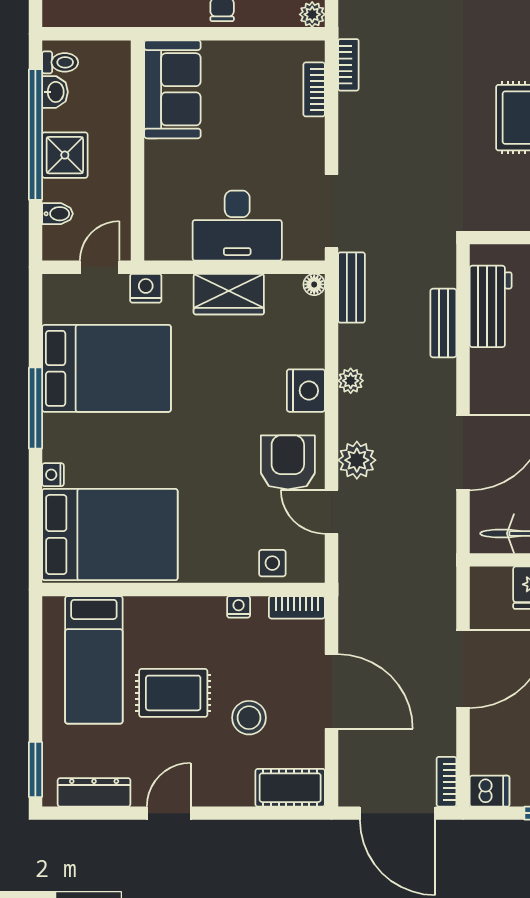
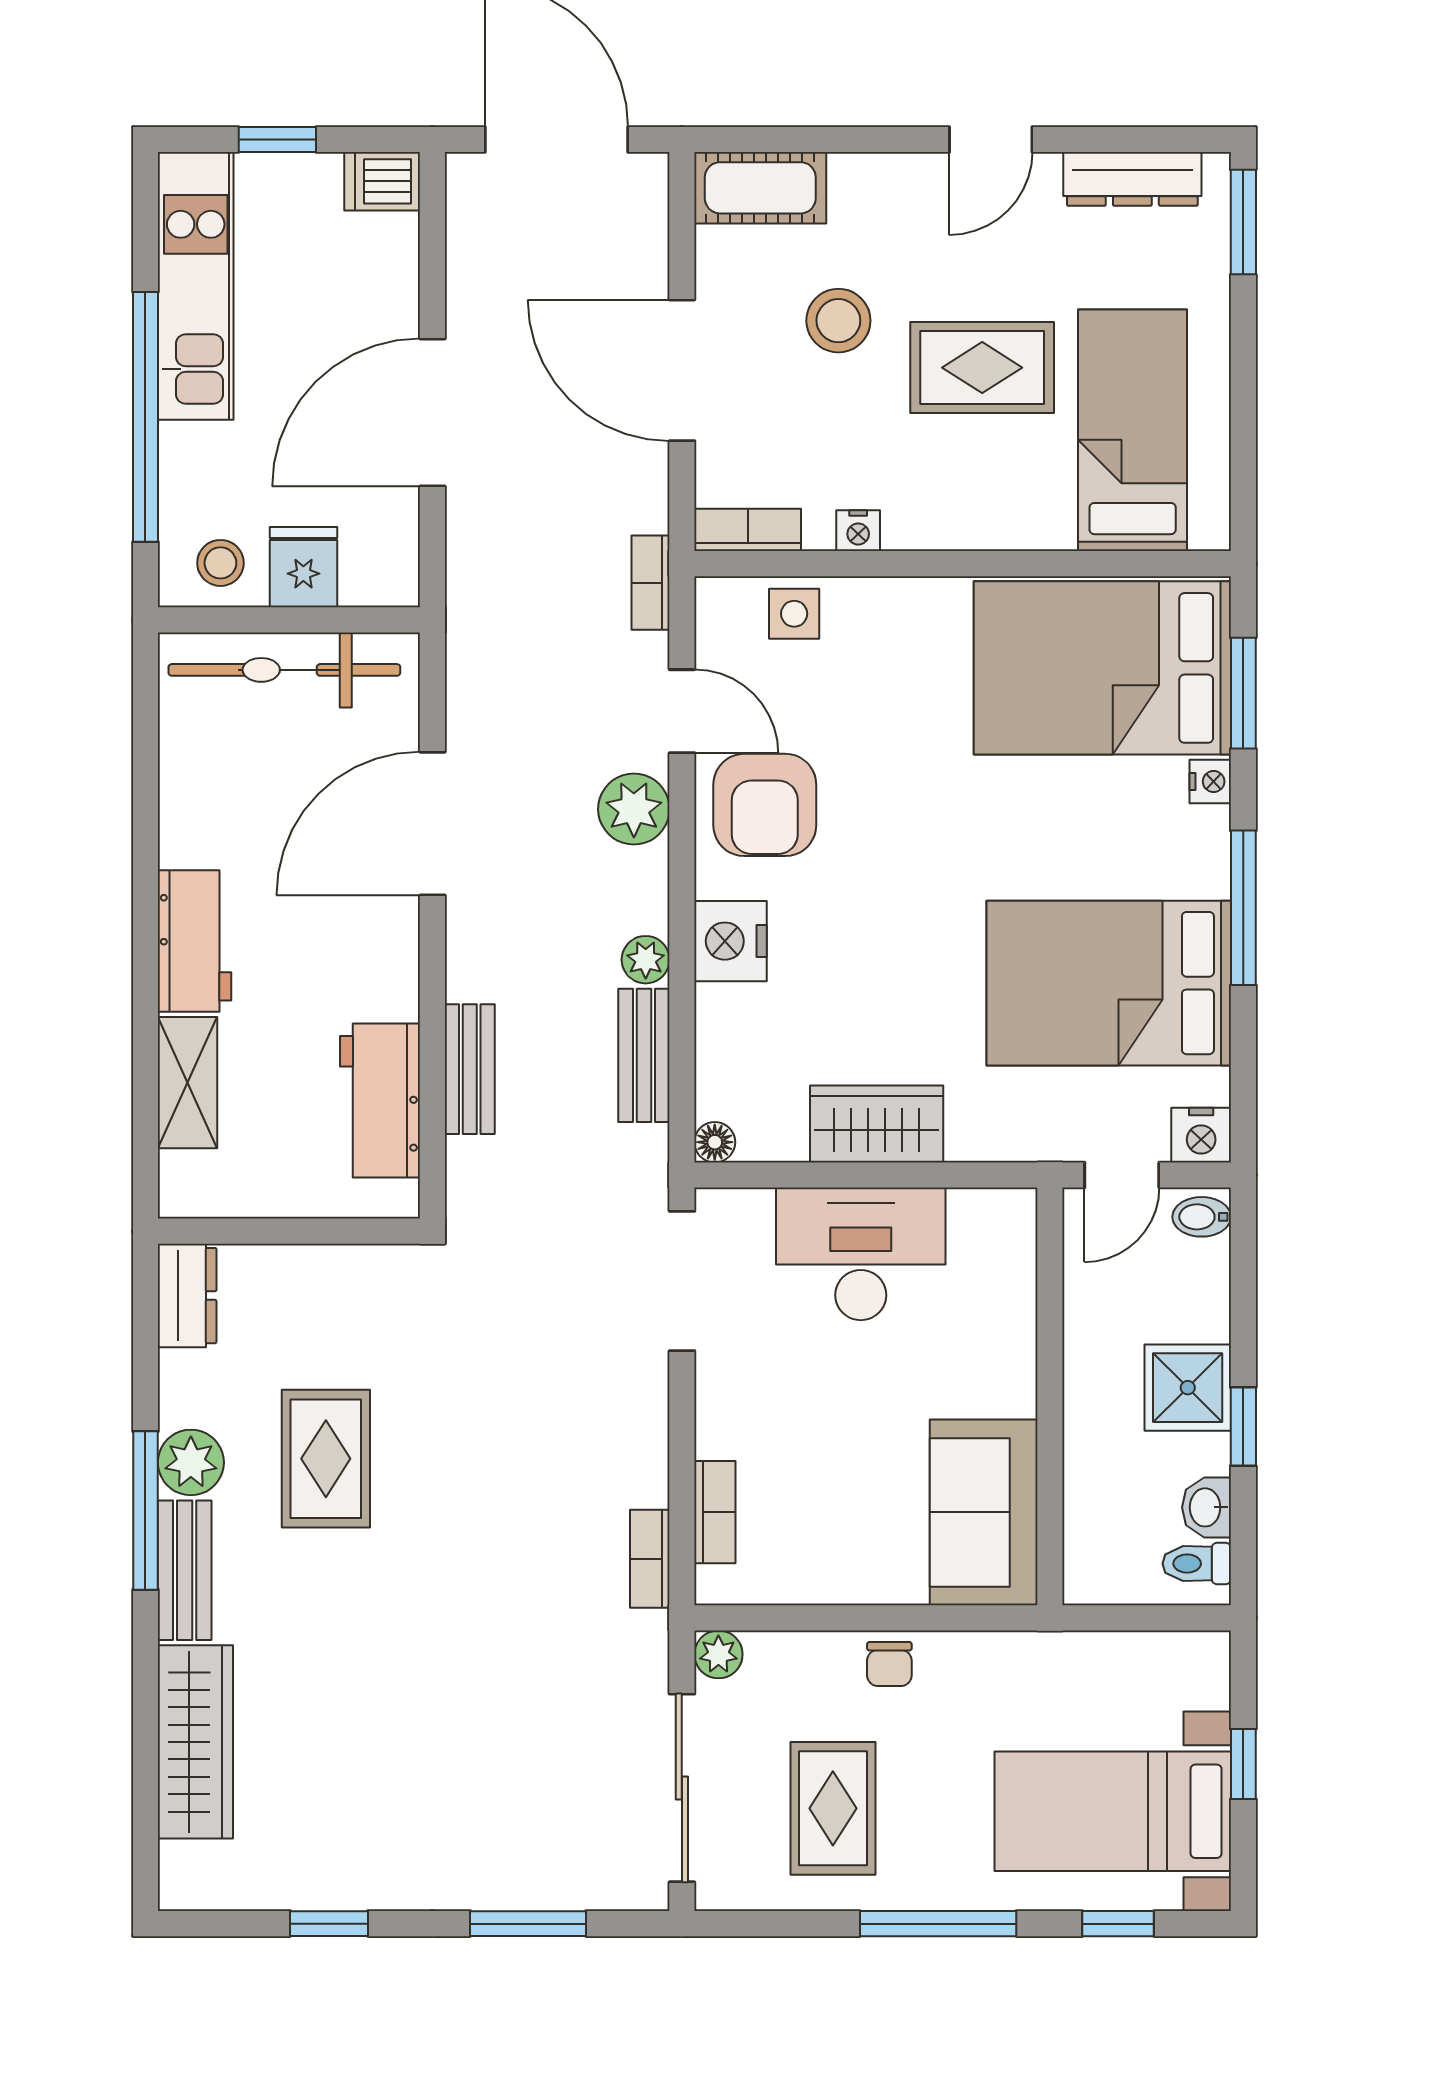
window: (35, 135) -> (1243, 1427), width x0.32
bidet: (57, 214) -> (1202, 1217), moved
nightstand: (146, 288) -> (1201, 1135), moved
bench: (351, 288) -> (644, 1055), moved
window: (35, 521) -> (1243, 693), added
bookcase: (446, 782) -> (651, 583), moved, turned 180

